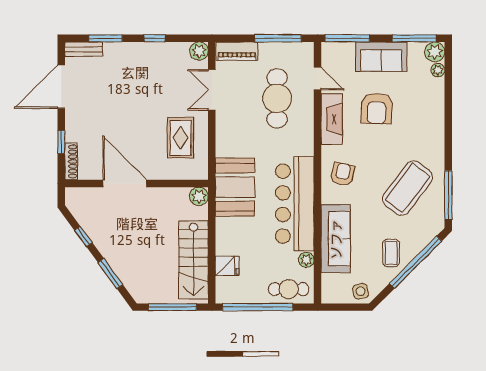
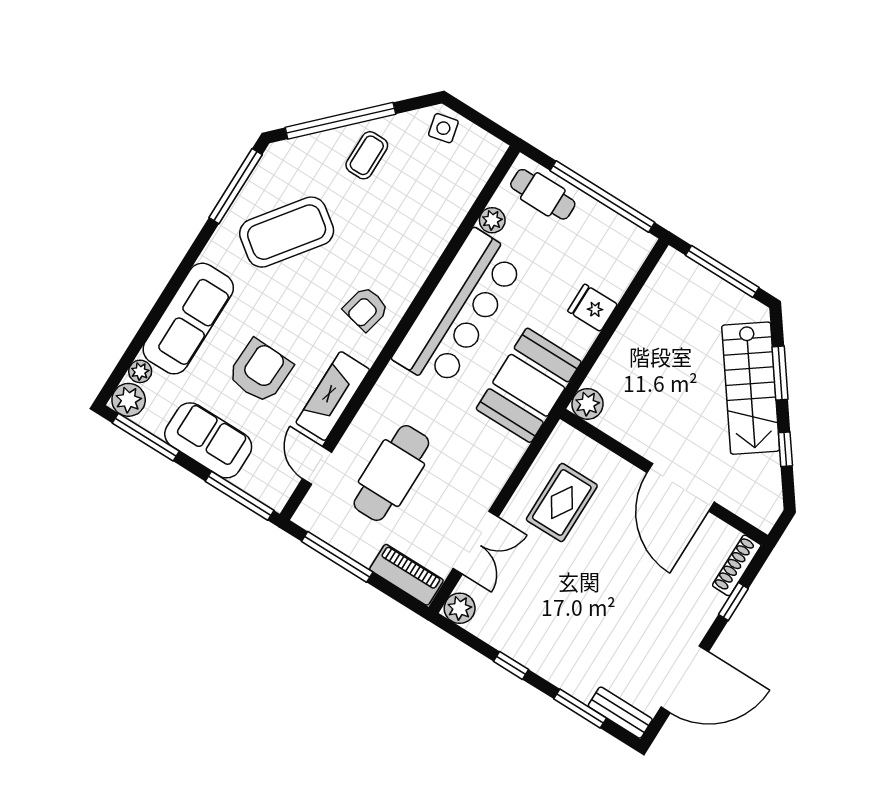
sofa: (336, 239) -> (188, 319), moved, turned 180
stairs: (193, 260) -> (751, 388), moved, turned 144
fridge: (227, 266) -> (592, 308), moved

